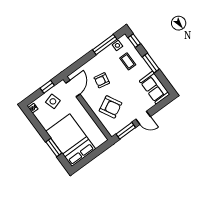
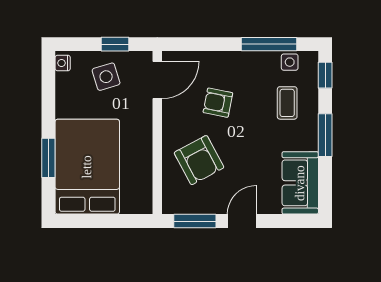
door: (143, 118) -> (242, 221), swing flipped

